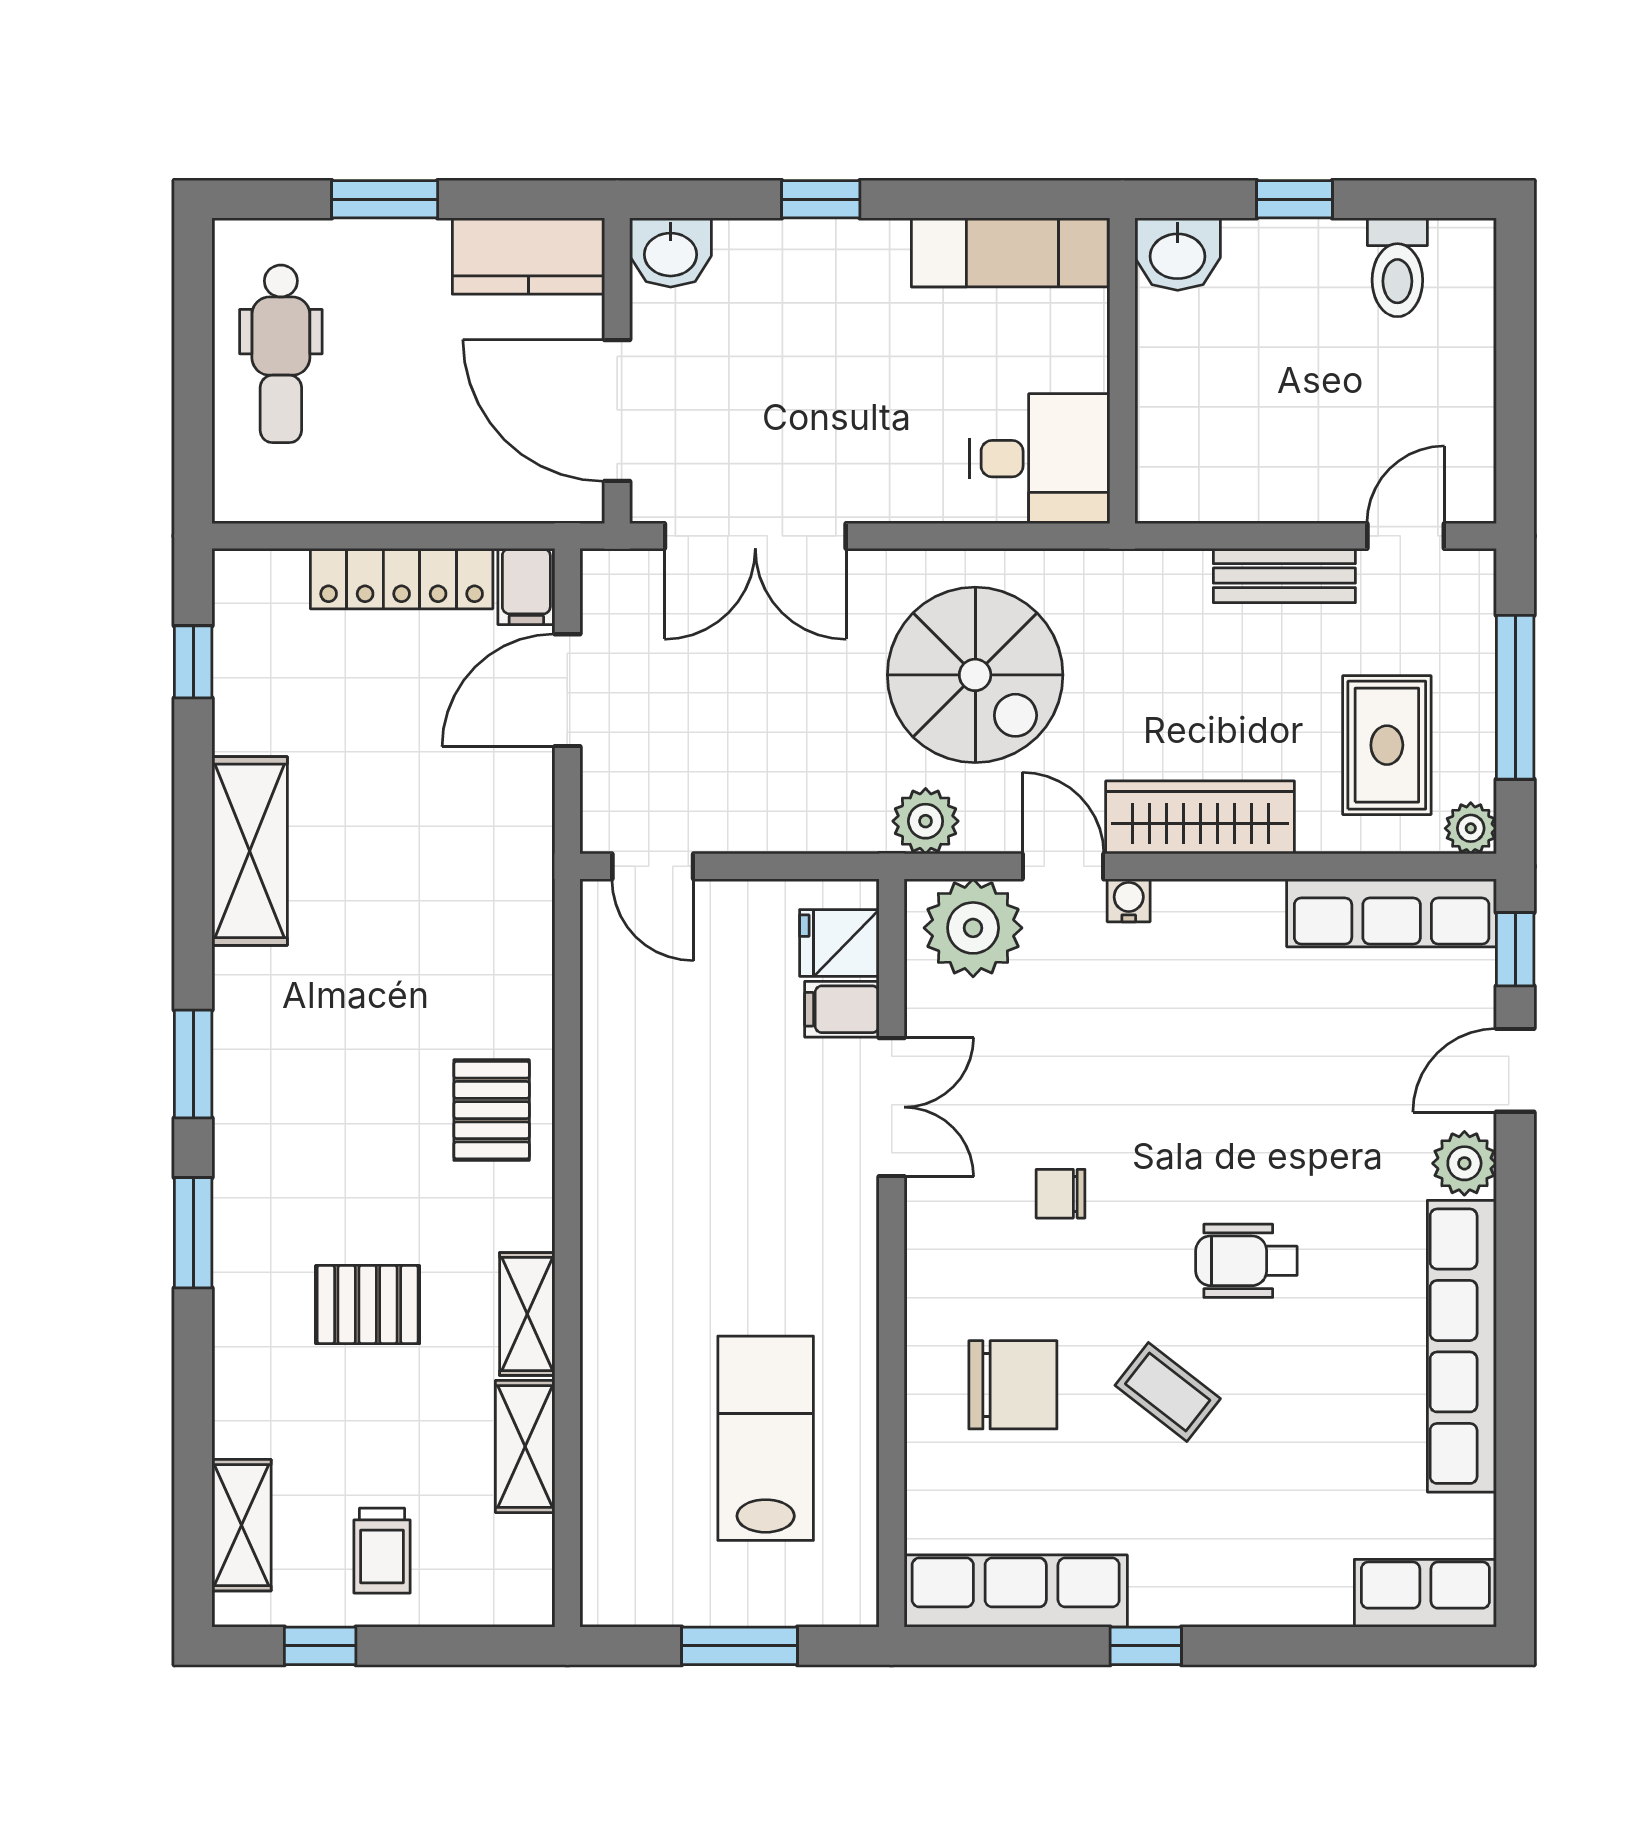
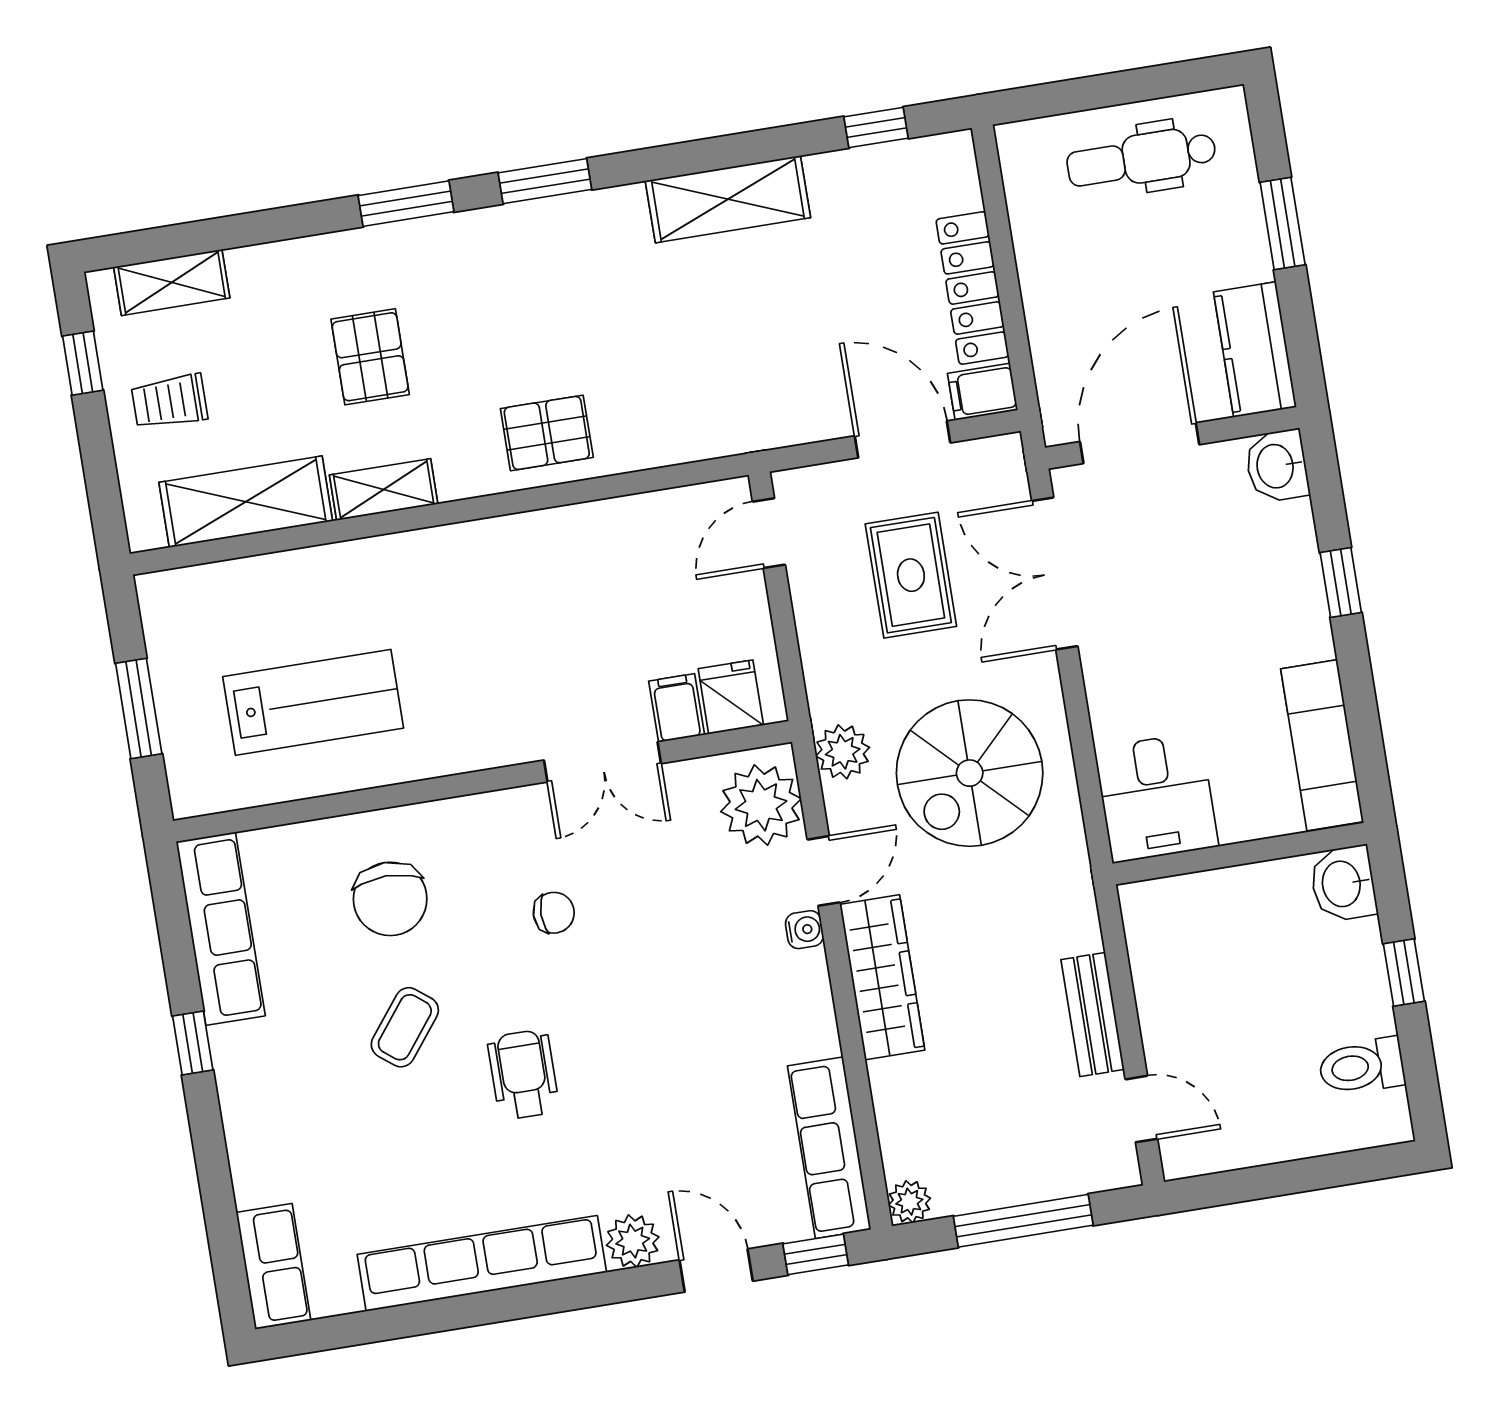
rug: (1387, 745) -> (911, 575), moved, turned 90
chair: (1061, 1194) -> (554, 913), turned 90
shelving: (525, 1447) -> (246, 502), width x1.50, depth x1.33

